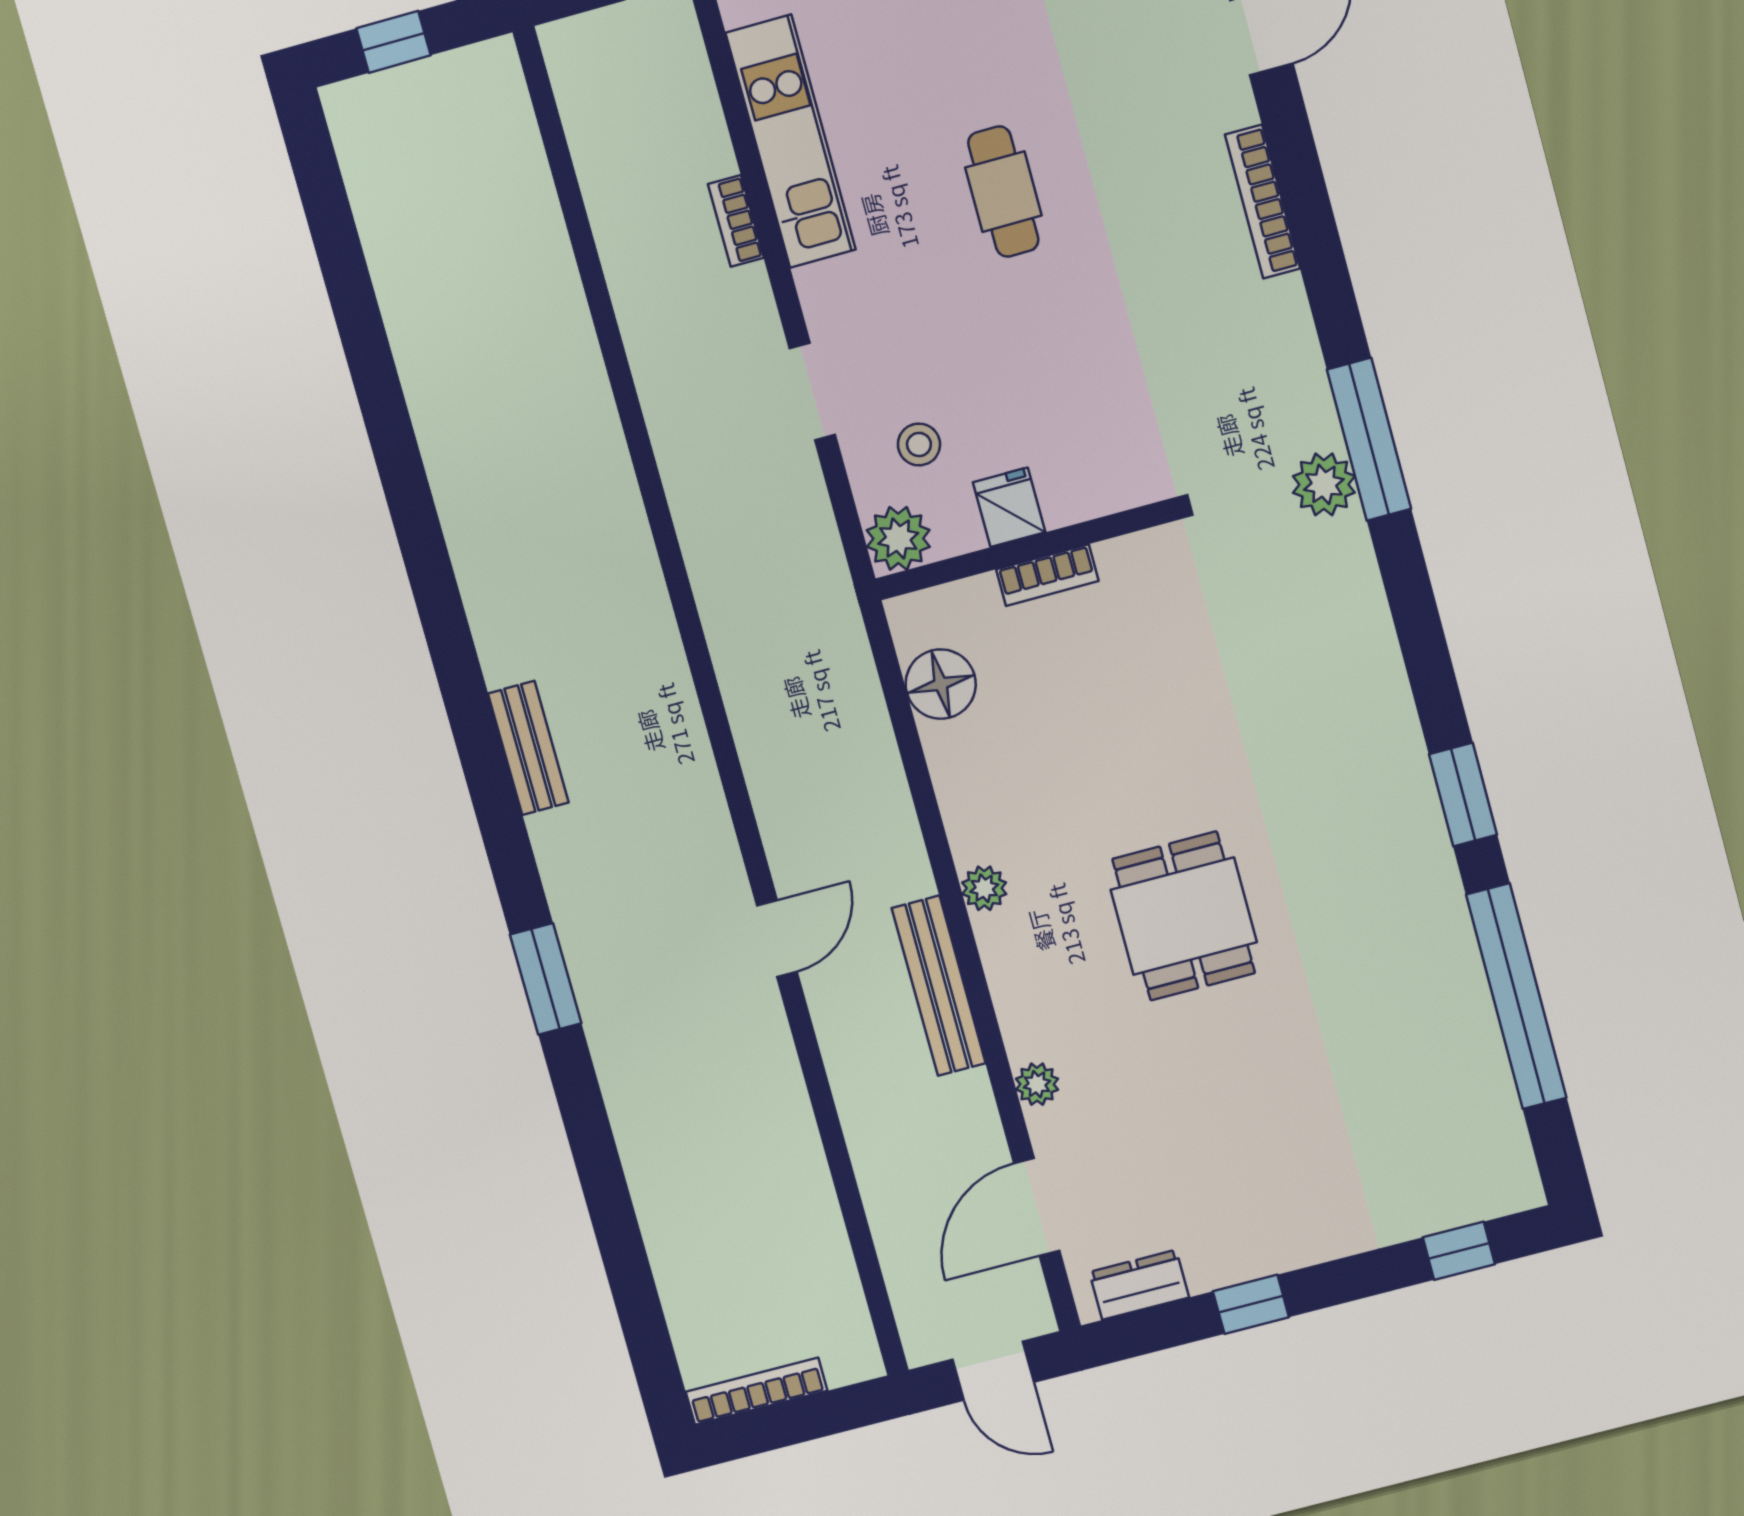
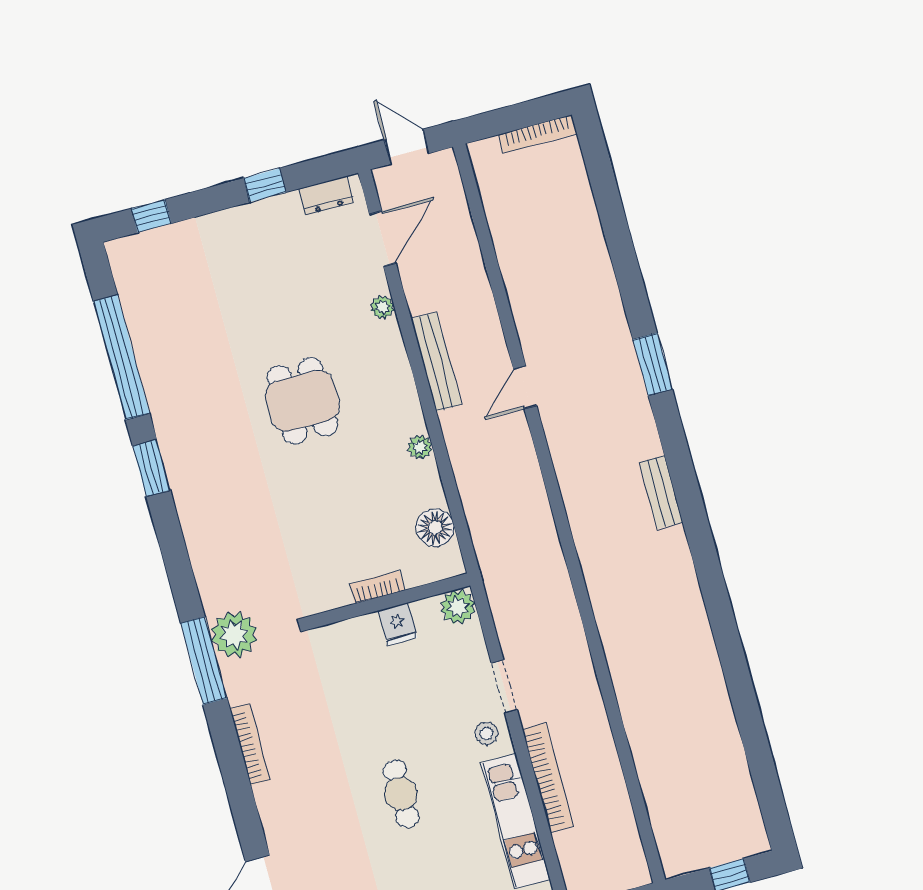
bookcase: (1263, 202) -> (250, 744), moved
bookcase: (736, 221) -> (548, 778), width x2.31, depth x1.31
stool: (919, 444) -> (487, 734), moved
plant: (1324, 484) -> (234, 635), width x1.36, depth x1.36
plant: (984, 888) -> (420, 447), moved

